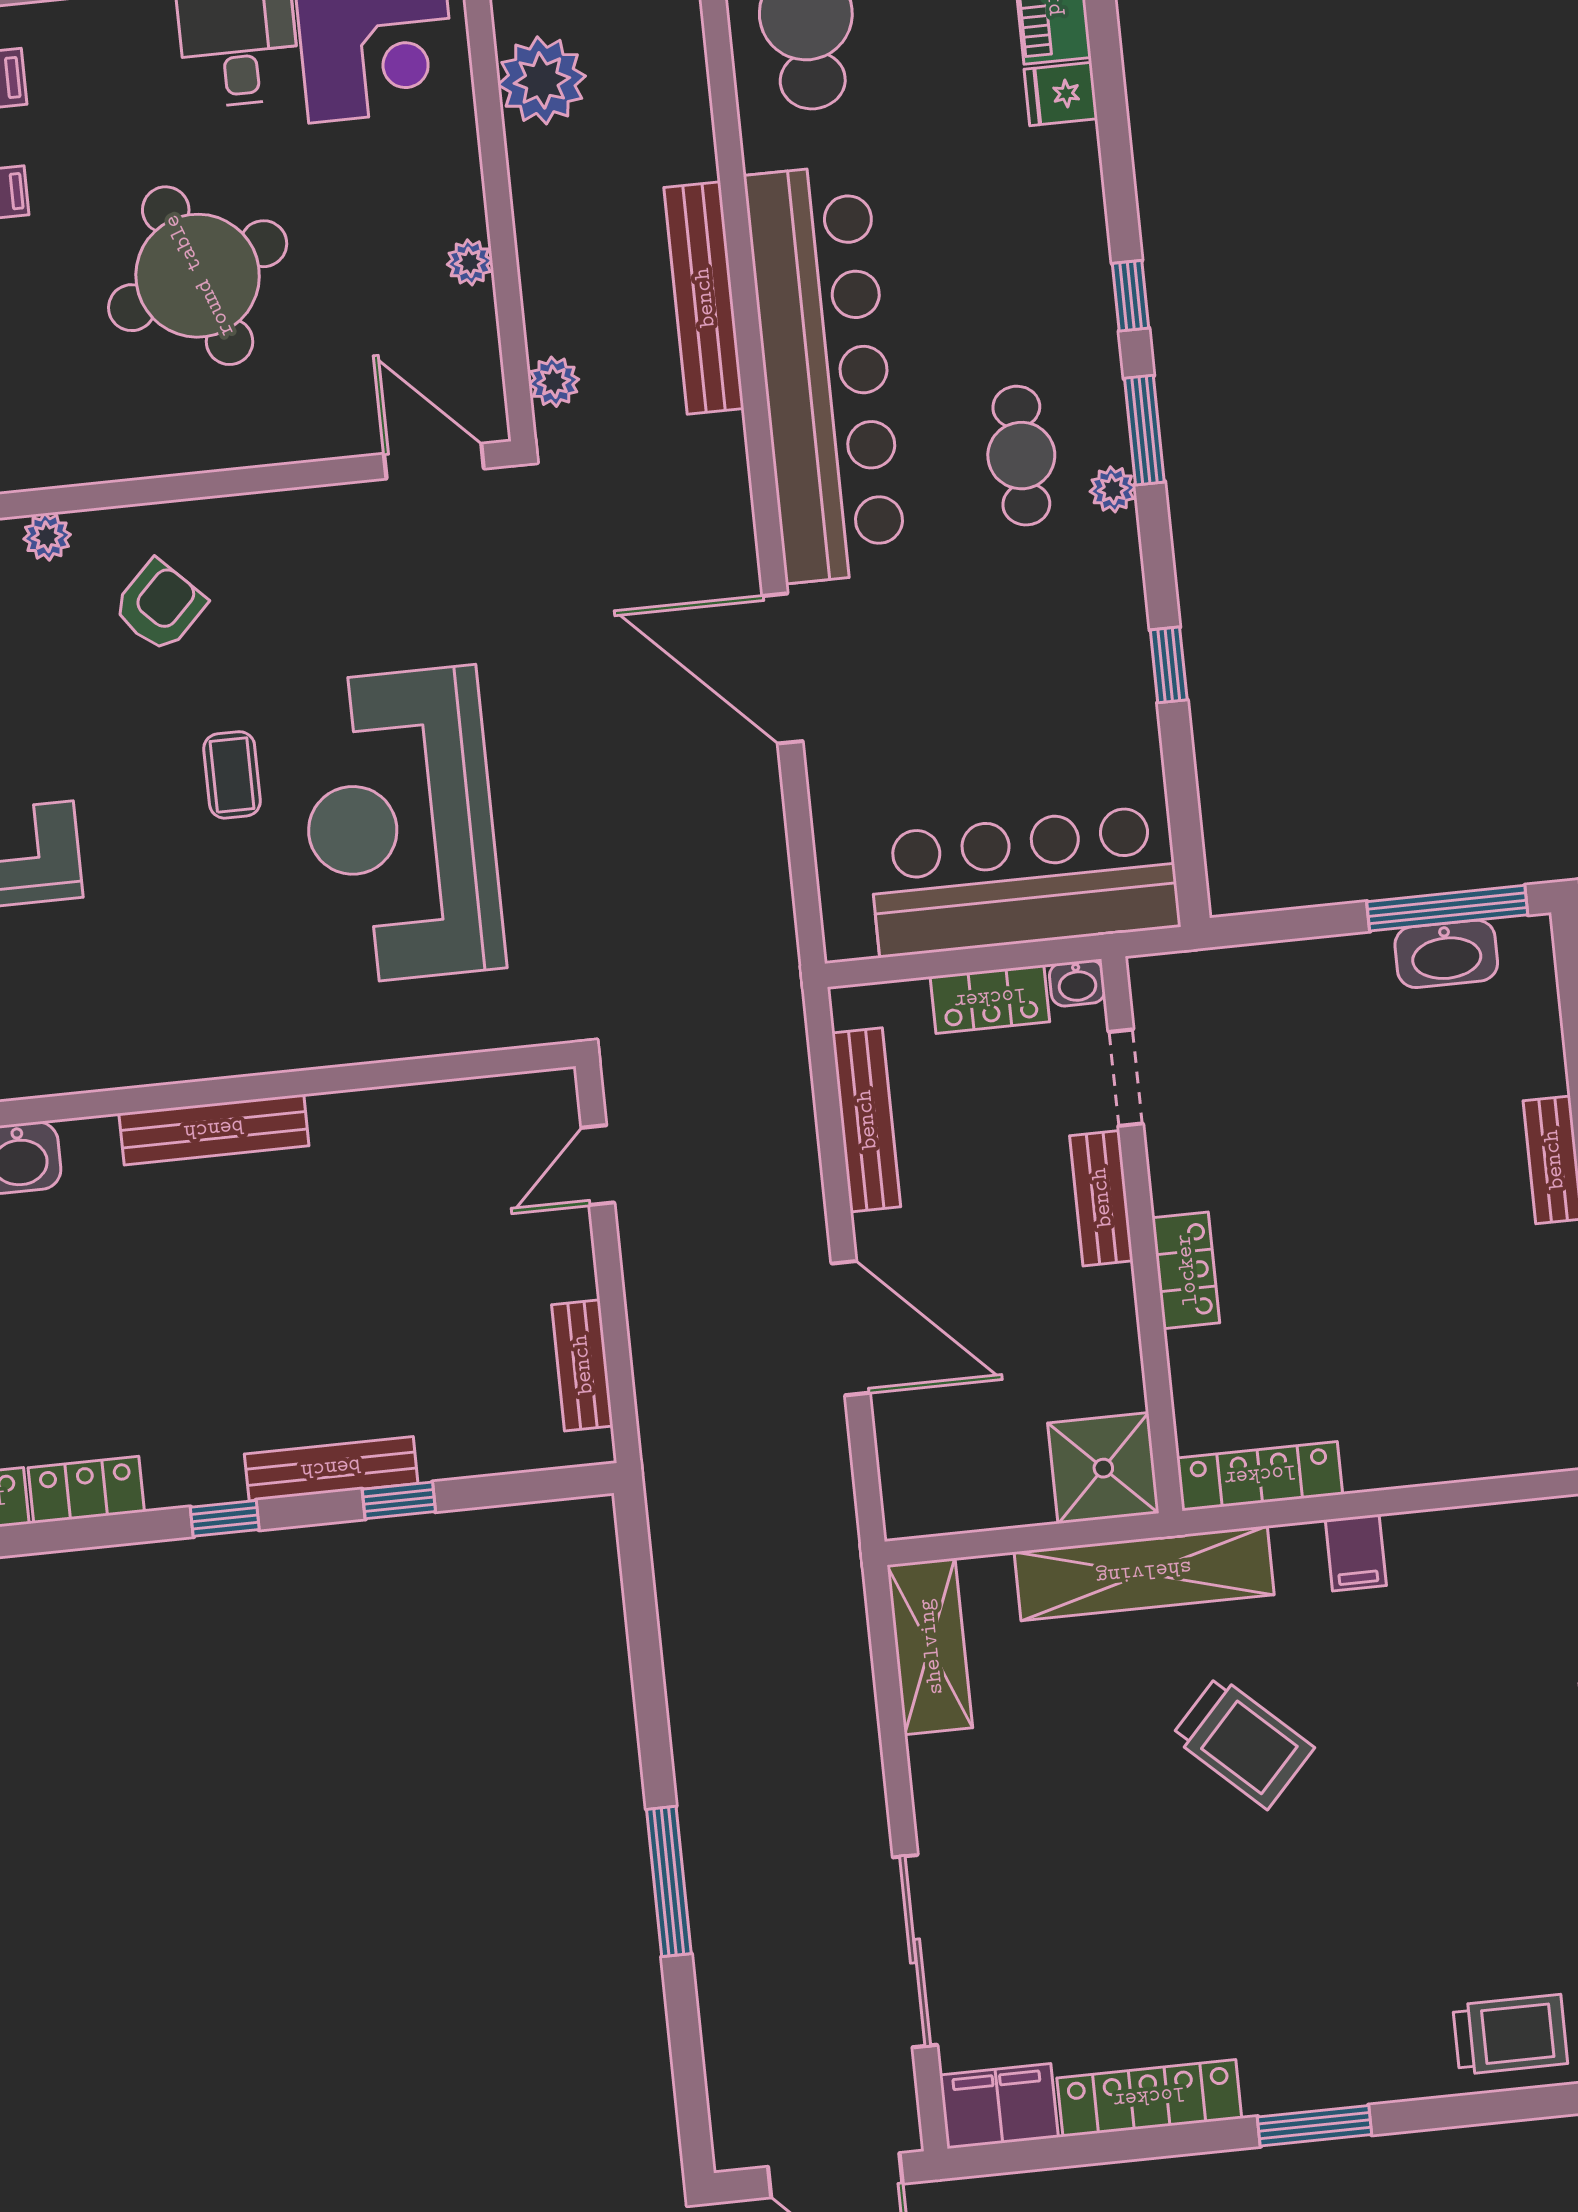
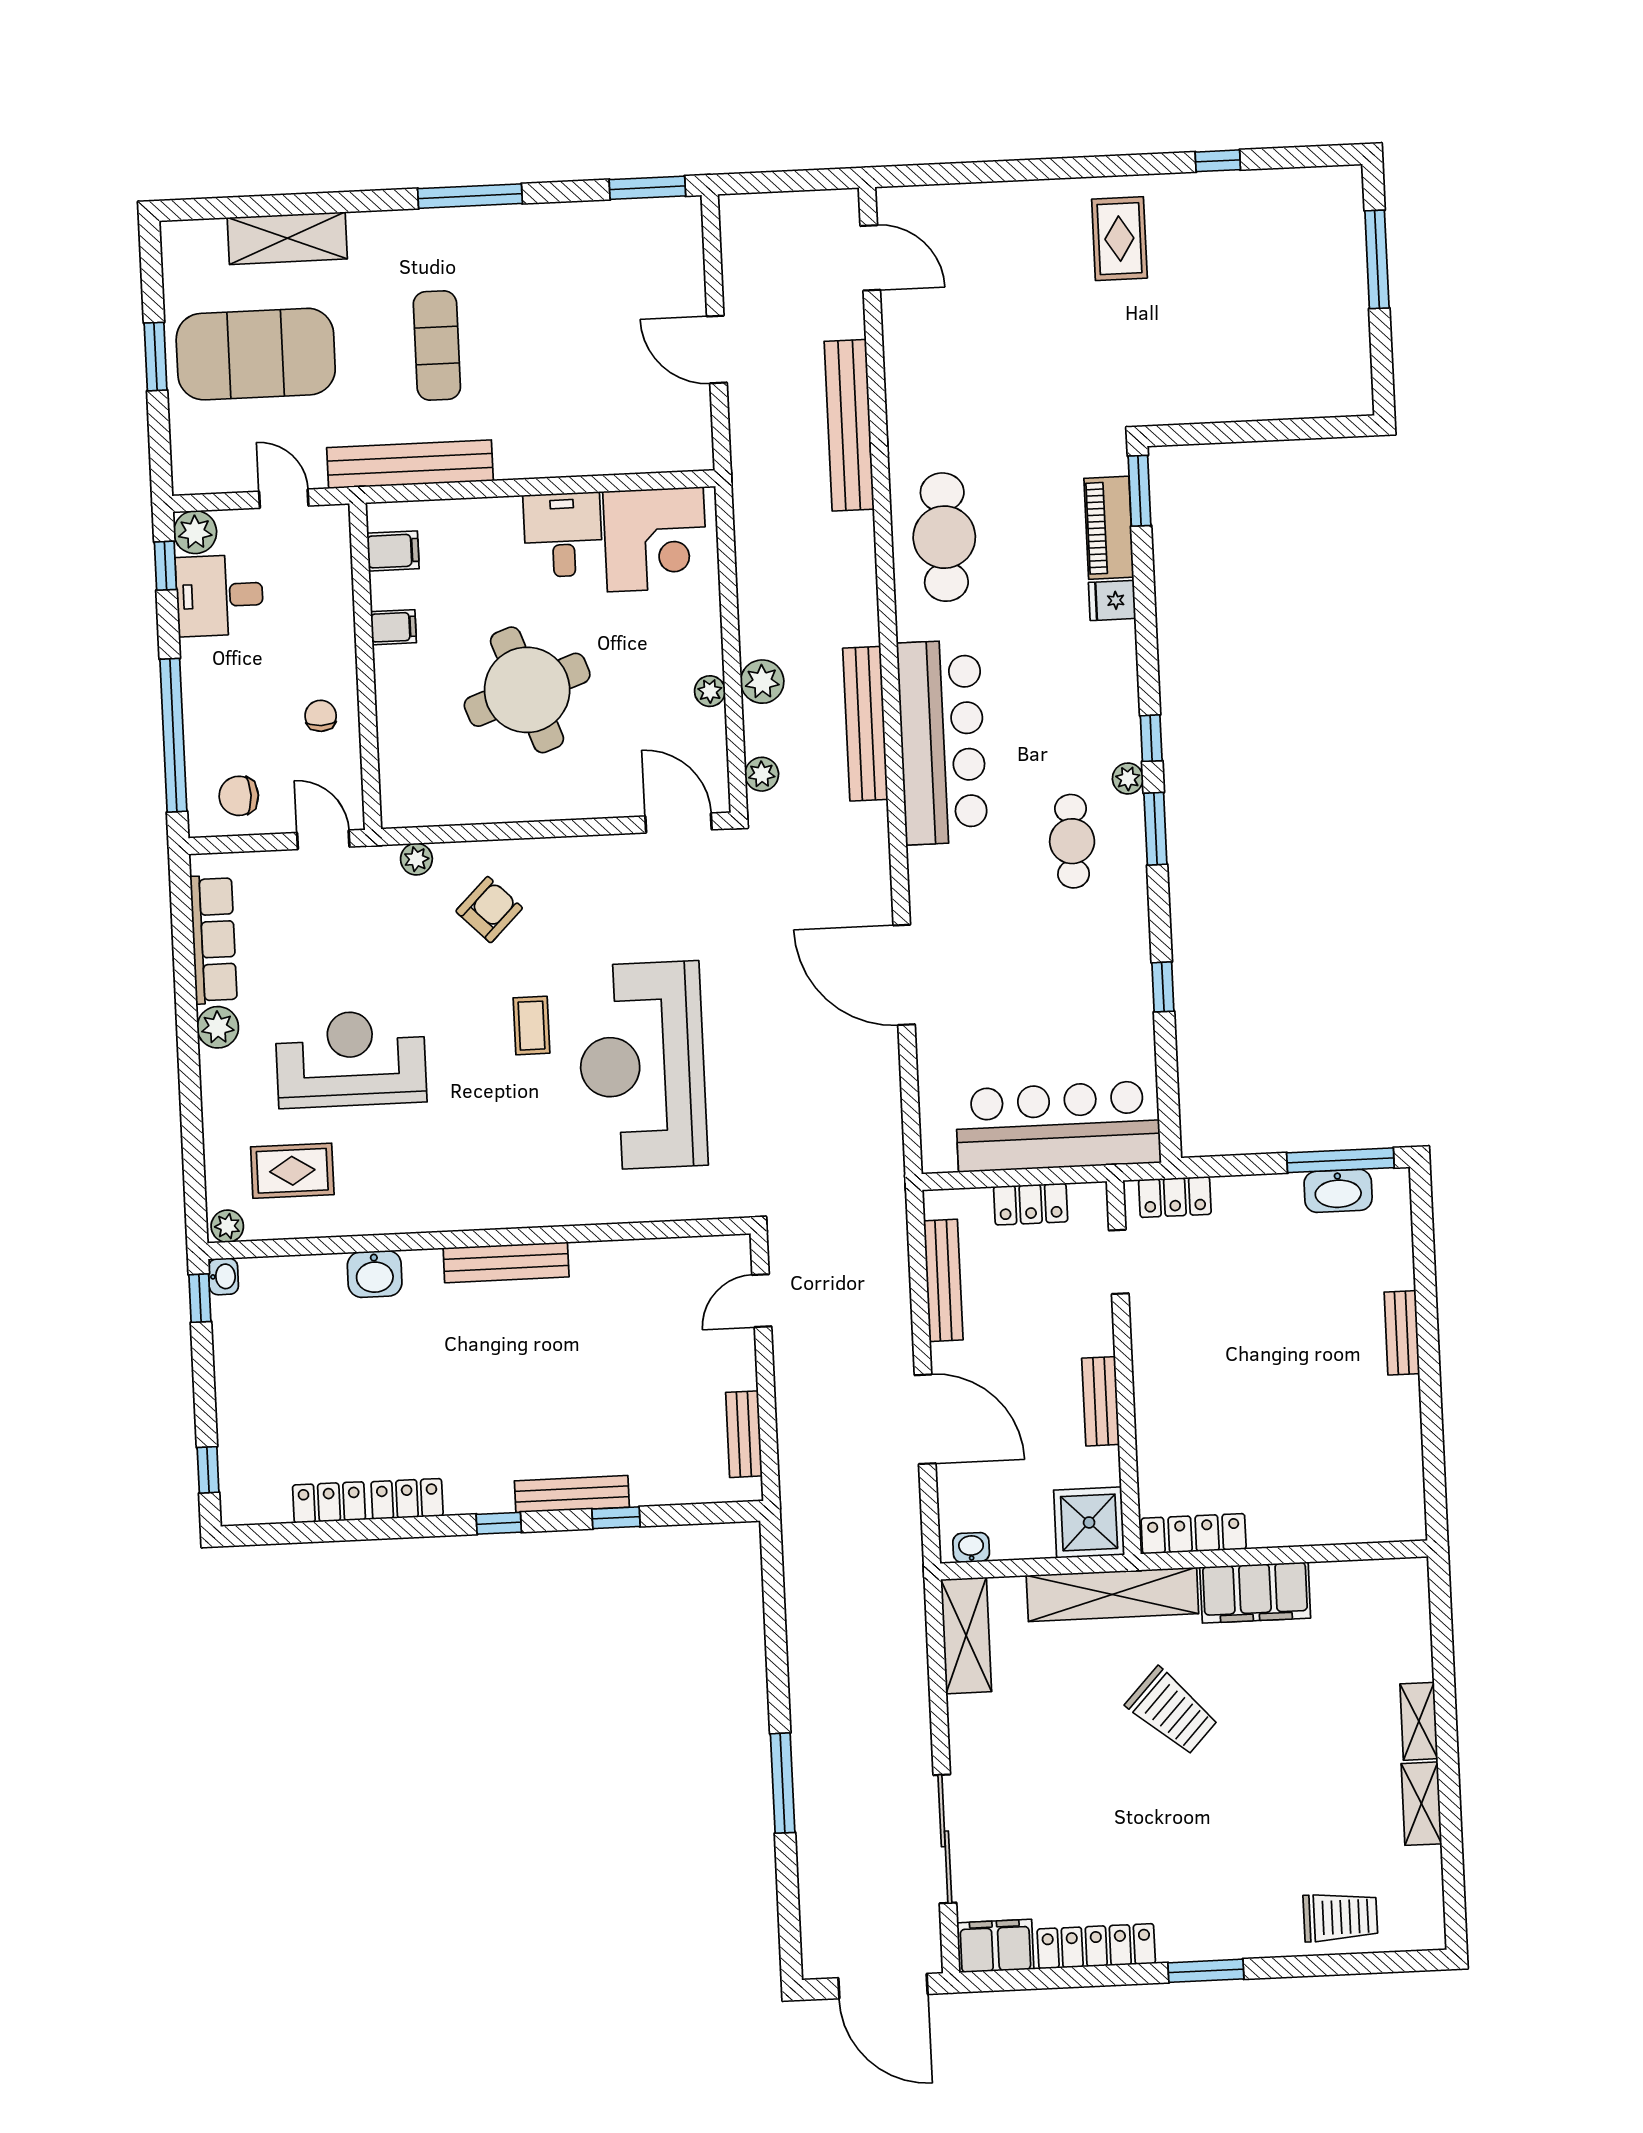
plant: (542, 80) -> (762, 682), moved, width x0.73, depth x0.73
bar counter: (826, 373) -> (942, 742), width x0.73
plant: (1113, 489) -> (1128, 779), moved
washbasin: (1077, 983) -> (971, 1548), moved, turned 180
bench: (1101, 1198) -> (1101, 1401), moved
locker: (1186, 1270) -> (1175, 1197), moved, turned 90
filing cabinet: (1356, 1553) -> (1255, 1593), width x3.00, depth x1.17

